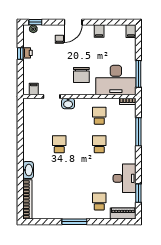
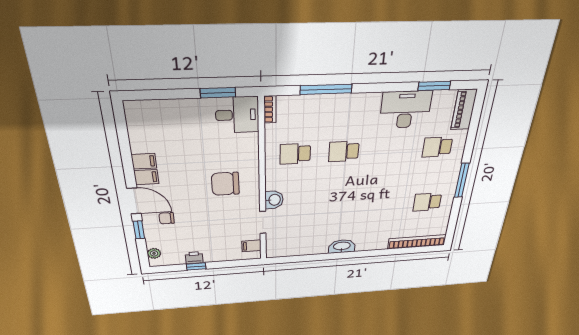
window: (35, 22) -> (139, 230), moved
filing cabinet: (131, 31) -> (146, 177), moved
window: (138, 74) -> (218, 93), width x0.69
chair: (81, 75) -> (225, 184), turned 180
desk: (116, 80) -> (237, 115), width x0.53, depth x0.77
school desk: (59, 144) -> (427, 202), moved
washbasin: (28, 170) -> (342, 246), moved

